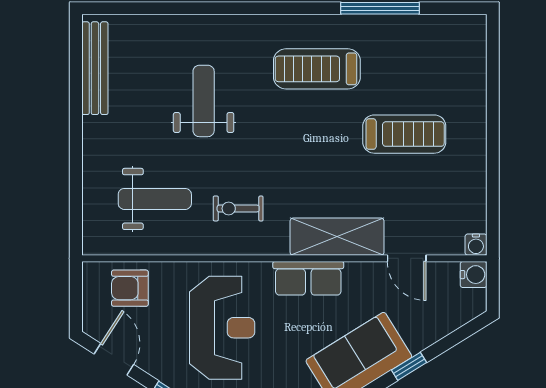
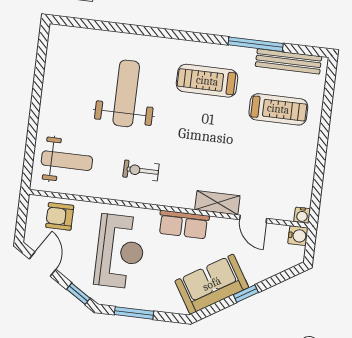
bench: (95, 68) -> (288, 61), moved, turned 90
weight bench: (204, 101) -> (126, 93), width x1.36, depth x1.33
treadmill: (404, 134) -> (278, 109), moved
weight bench: (155, 199) -> (67, 161), moved
shelving: (337, 237) -> (217, 203), width x0.67, depth x0.75

